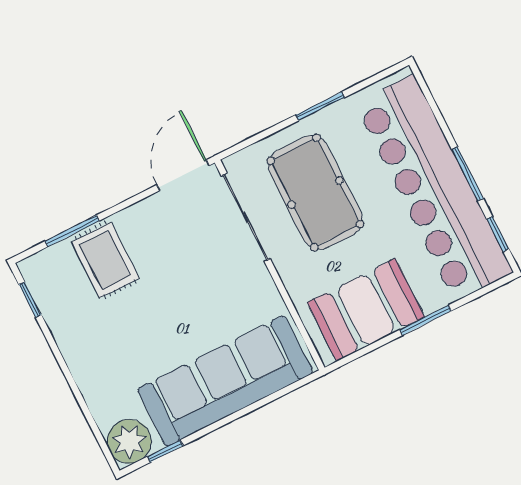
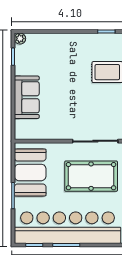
sofa: (225, 381) -> (27, 97), width x0.54, depth x0.79
plant: (129, 441) -> (20, 39), width x0.53, depth x0.53

